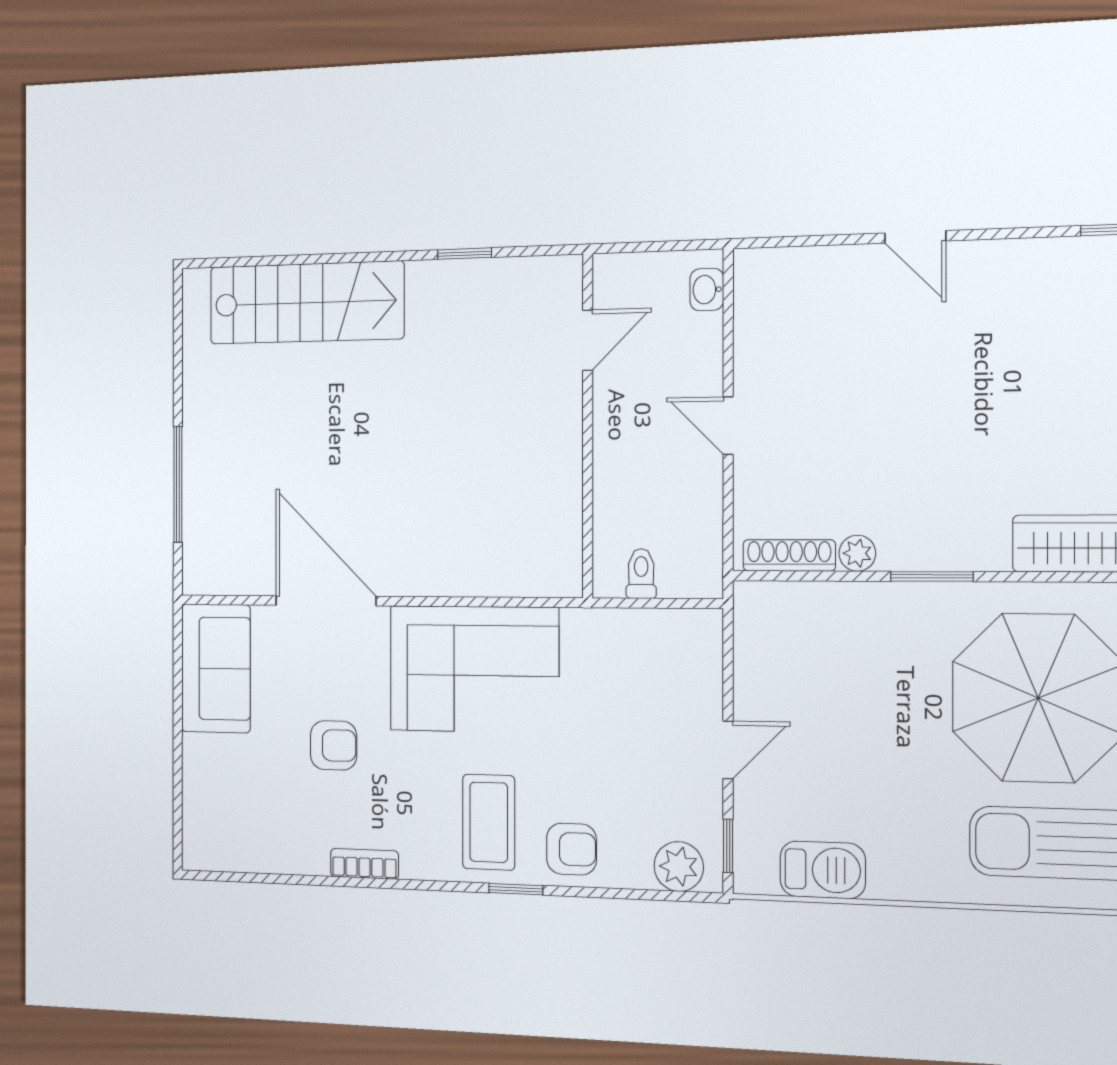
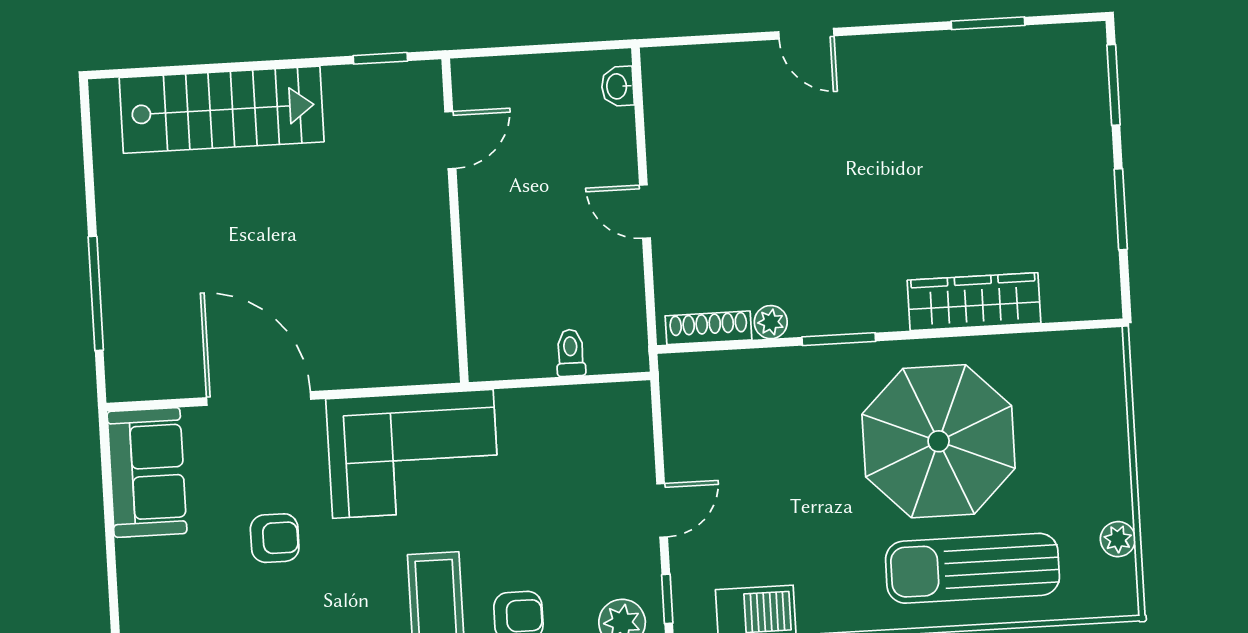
door: (588, 340) -> (450, 140), moved
wall: (588, 426) -> (455, 221), moved

